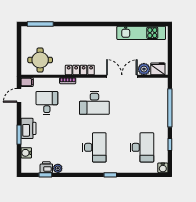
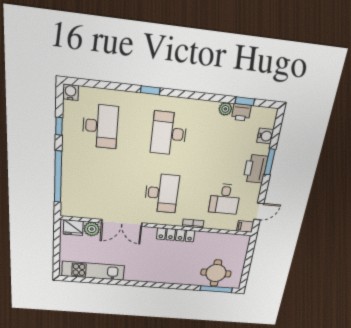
round table: (40, 60) -> (216, 273), moved
desk: (94, 103) -> (162, 193), turned 90
desk: (142, 147) -> (100, 126), turned 180

